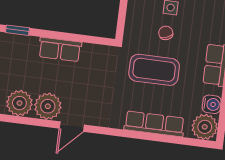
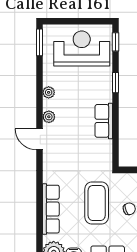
plant: (19, 103) -> (49, 92), width x0.53, depth x0.53
plant: (48, 106) -> (49, 117), width x0.53, depth x0.53

